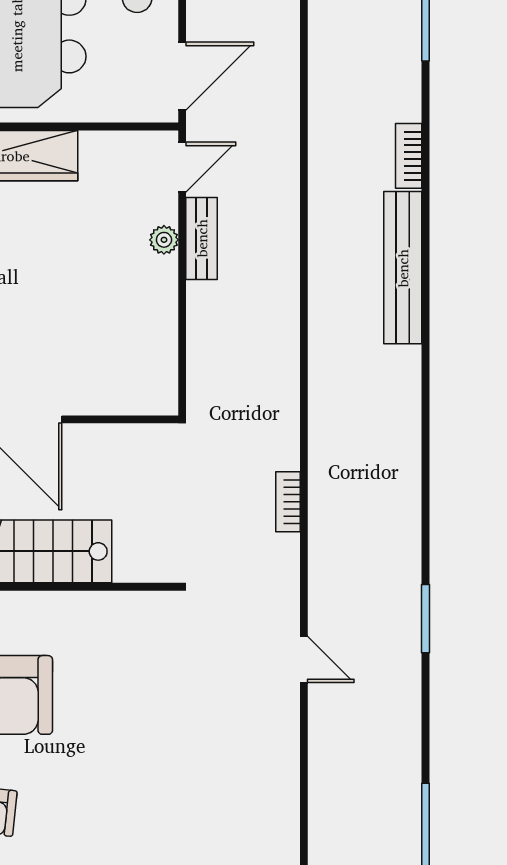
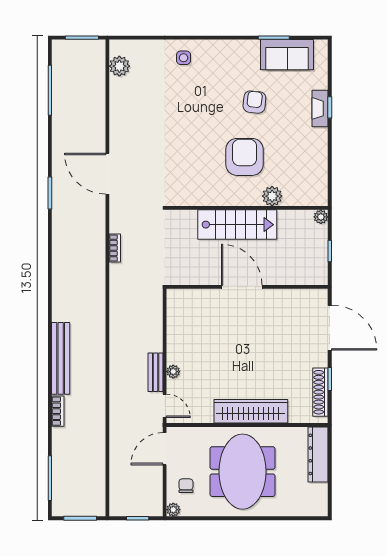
door: (182, 167) -> (165, 406), swing flipped
door: (304, 660) -> (107, 174), width x1.87

